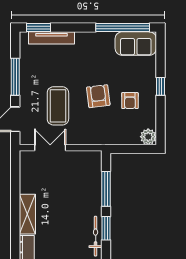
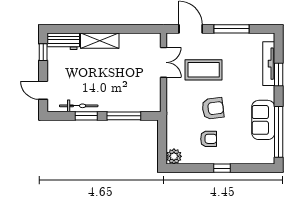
window: (39, 27) -> (279, 75), moved
sofa: (136, 44) -> (263, 120), moved
armchair: (130, 101) -> (209, 139), turned 180

